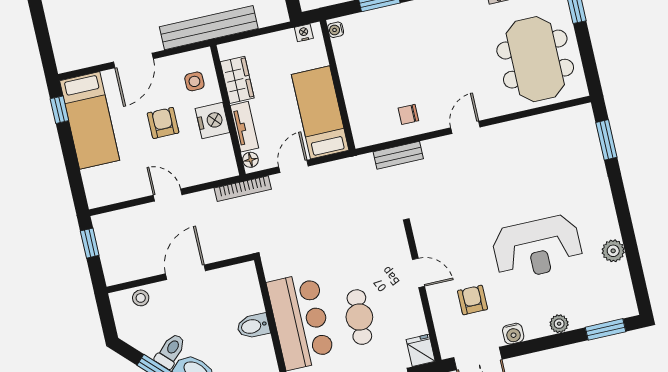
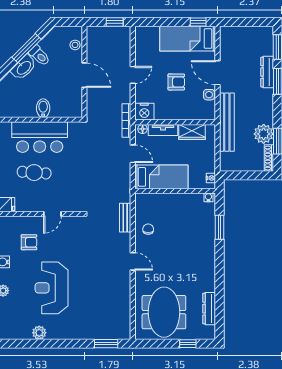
meeting table: (535, 59) -> (164, 312), turned 90
side table: (194, 81) -> (209, 95), moved
nightstand: (212, 120) -> (144, 112), moved

